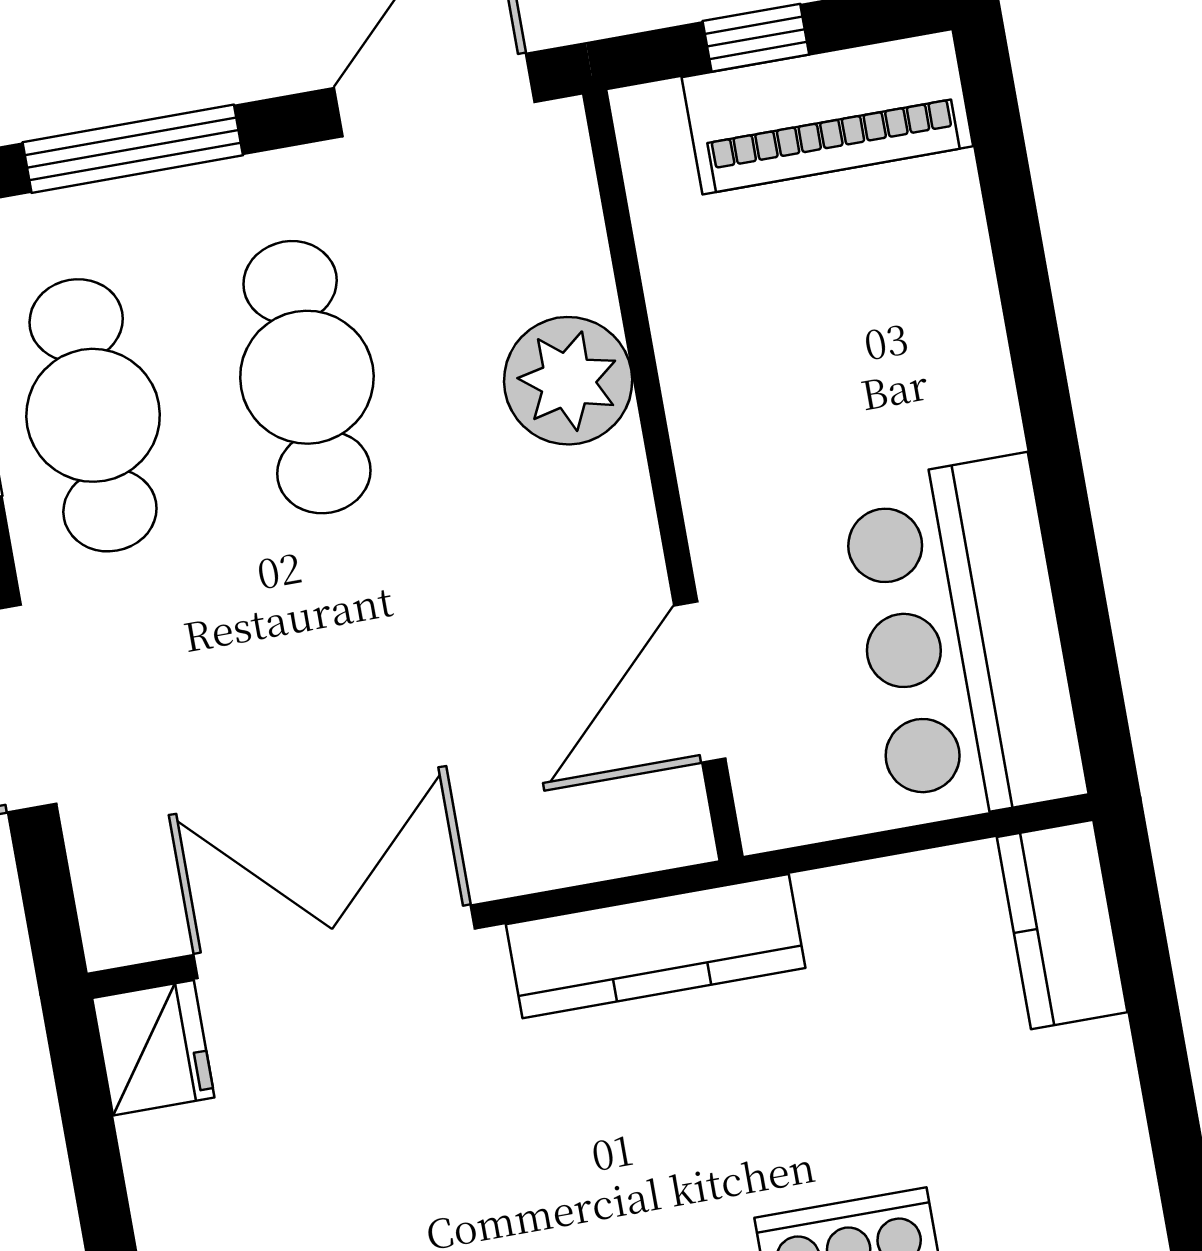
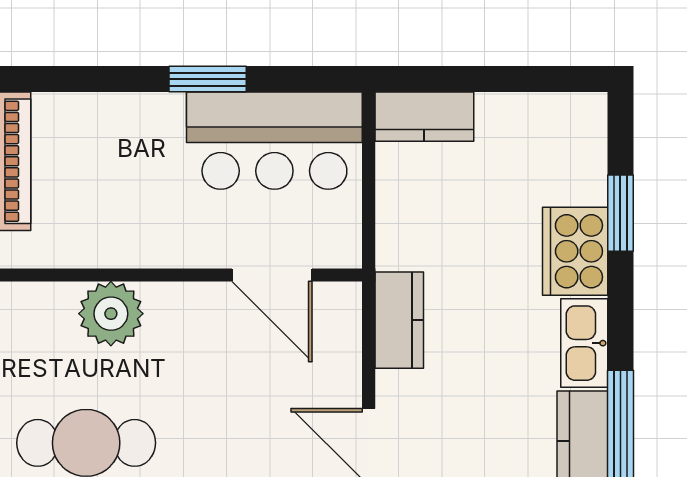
window: (1060, 488) -> (208, 79), added
kitchen counter: (656, 946) -> (399, 320), width x0.67

